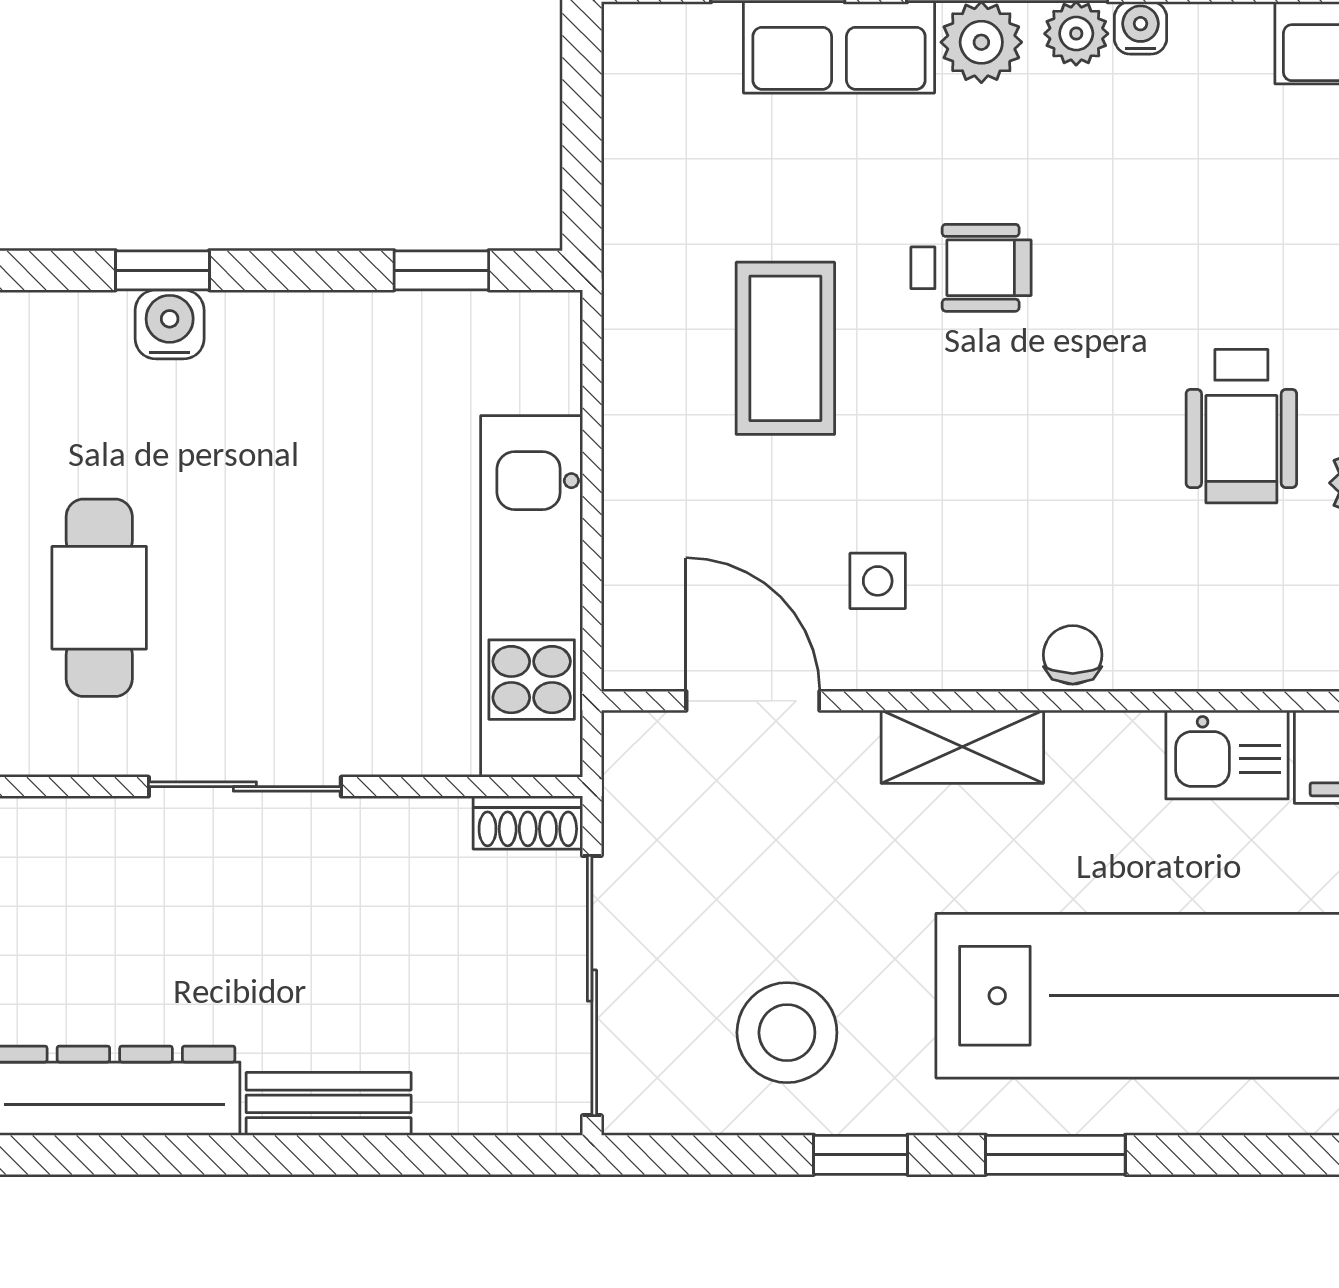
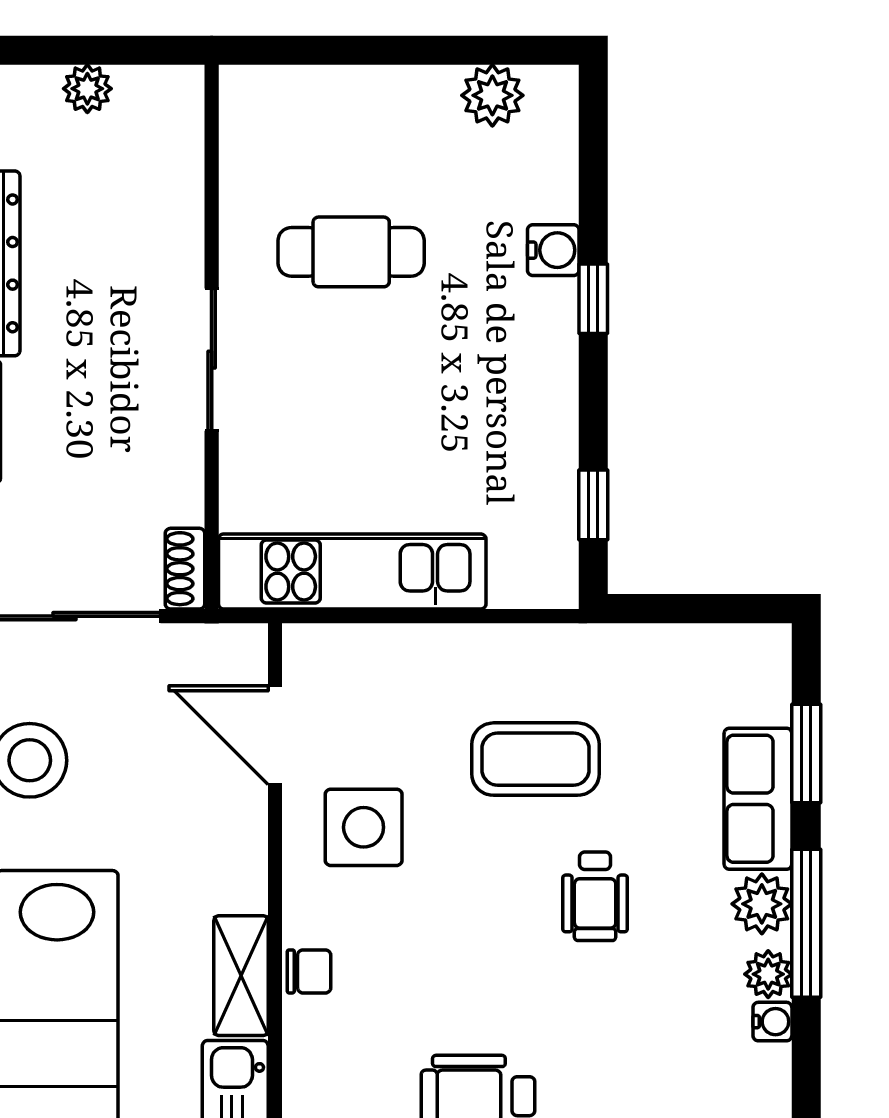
water cooler: (170, 324) -> (553, 250), moved
side table: (878, 581) -> (364, 827), width x1.87, depth x1.87
door: (753, 701) -> (275, 735), swing flipped
shelving: (962, 747) -> (241, 976), moved

